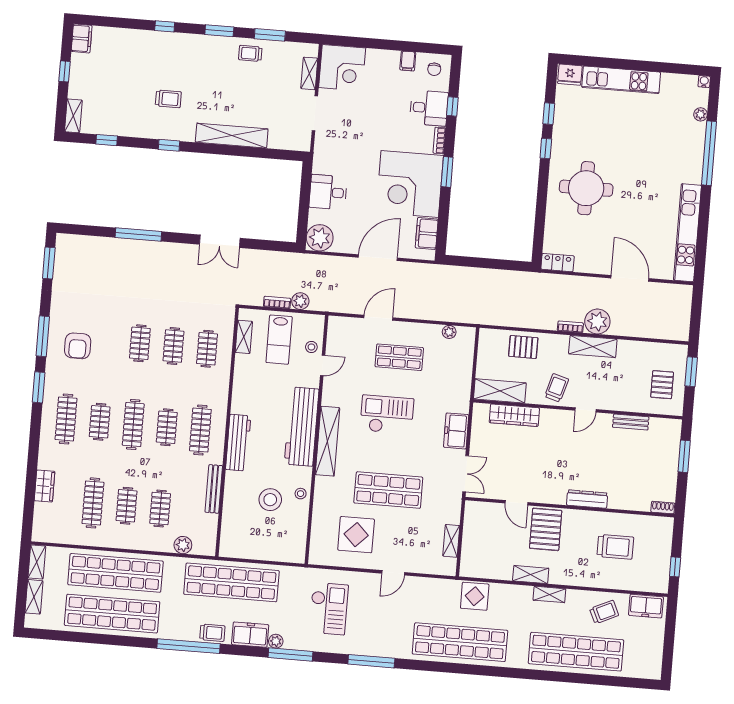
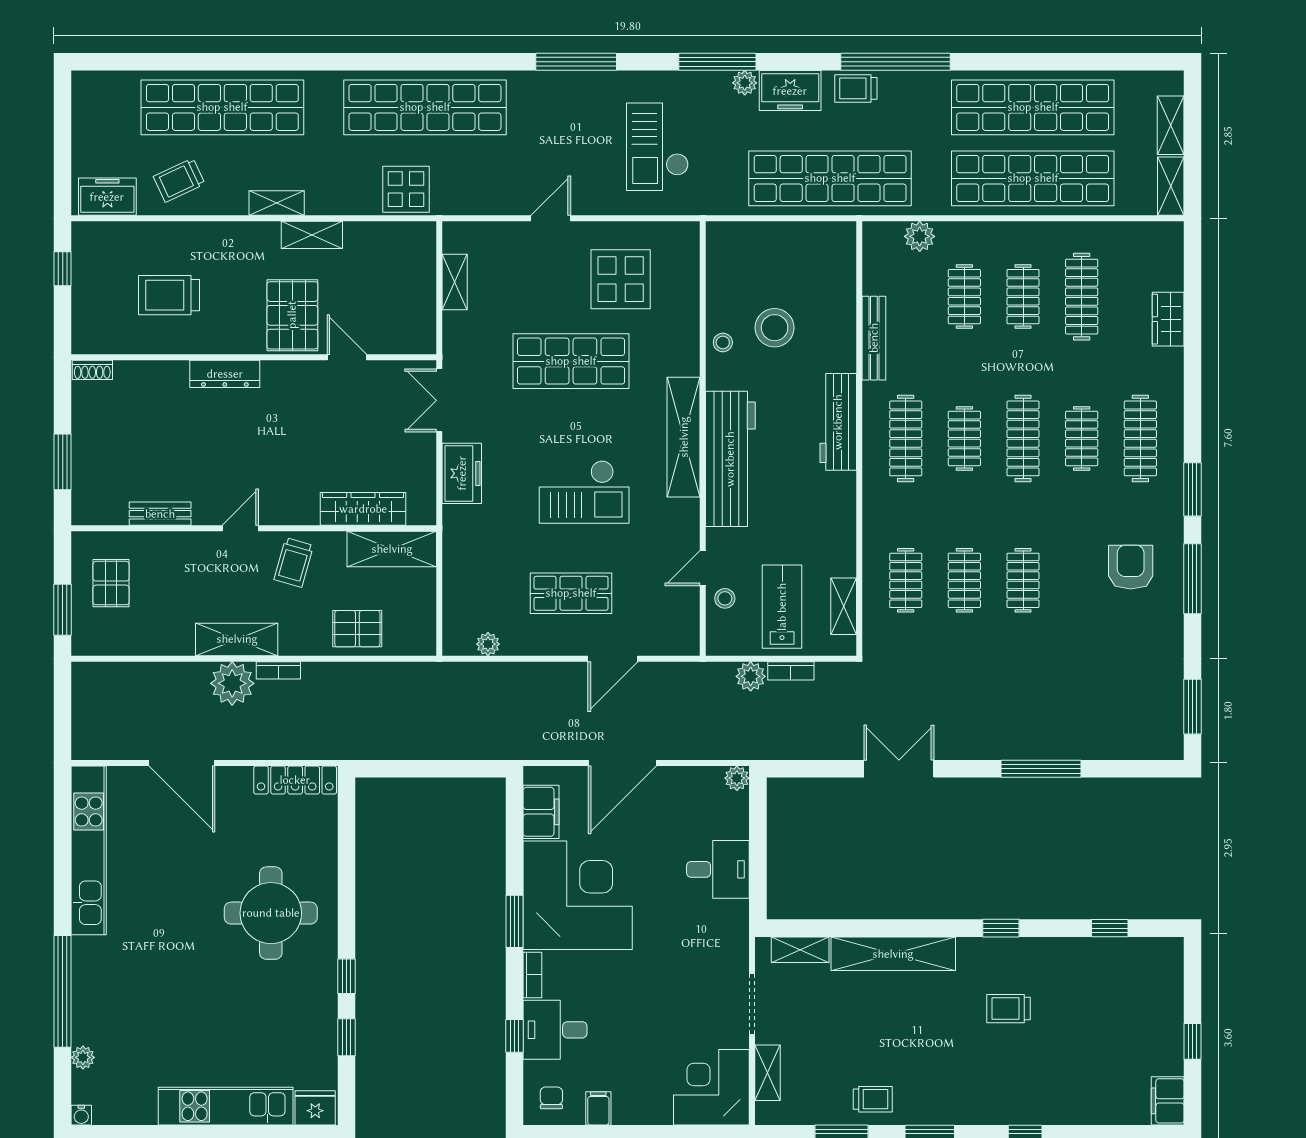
shelving: (73, 116) -> (800, 950), moved, turned 90
plant: (320, 238) -> (737, 778), width x0.53, depth x0.53
locker: (558, 263) -> (295, 780), width x1.53

